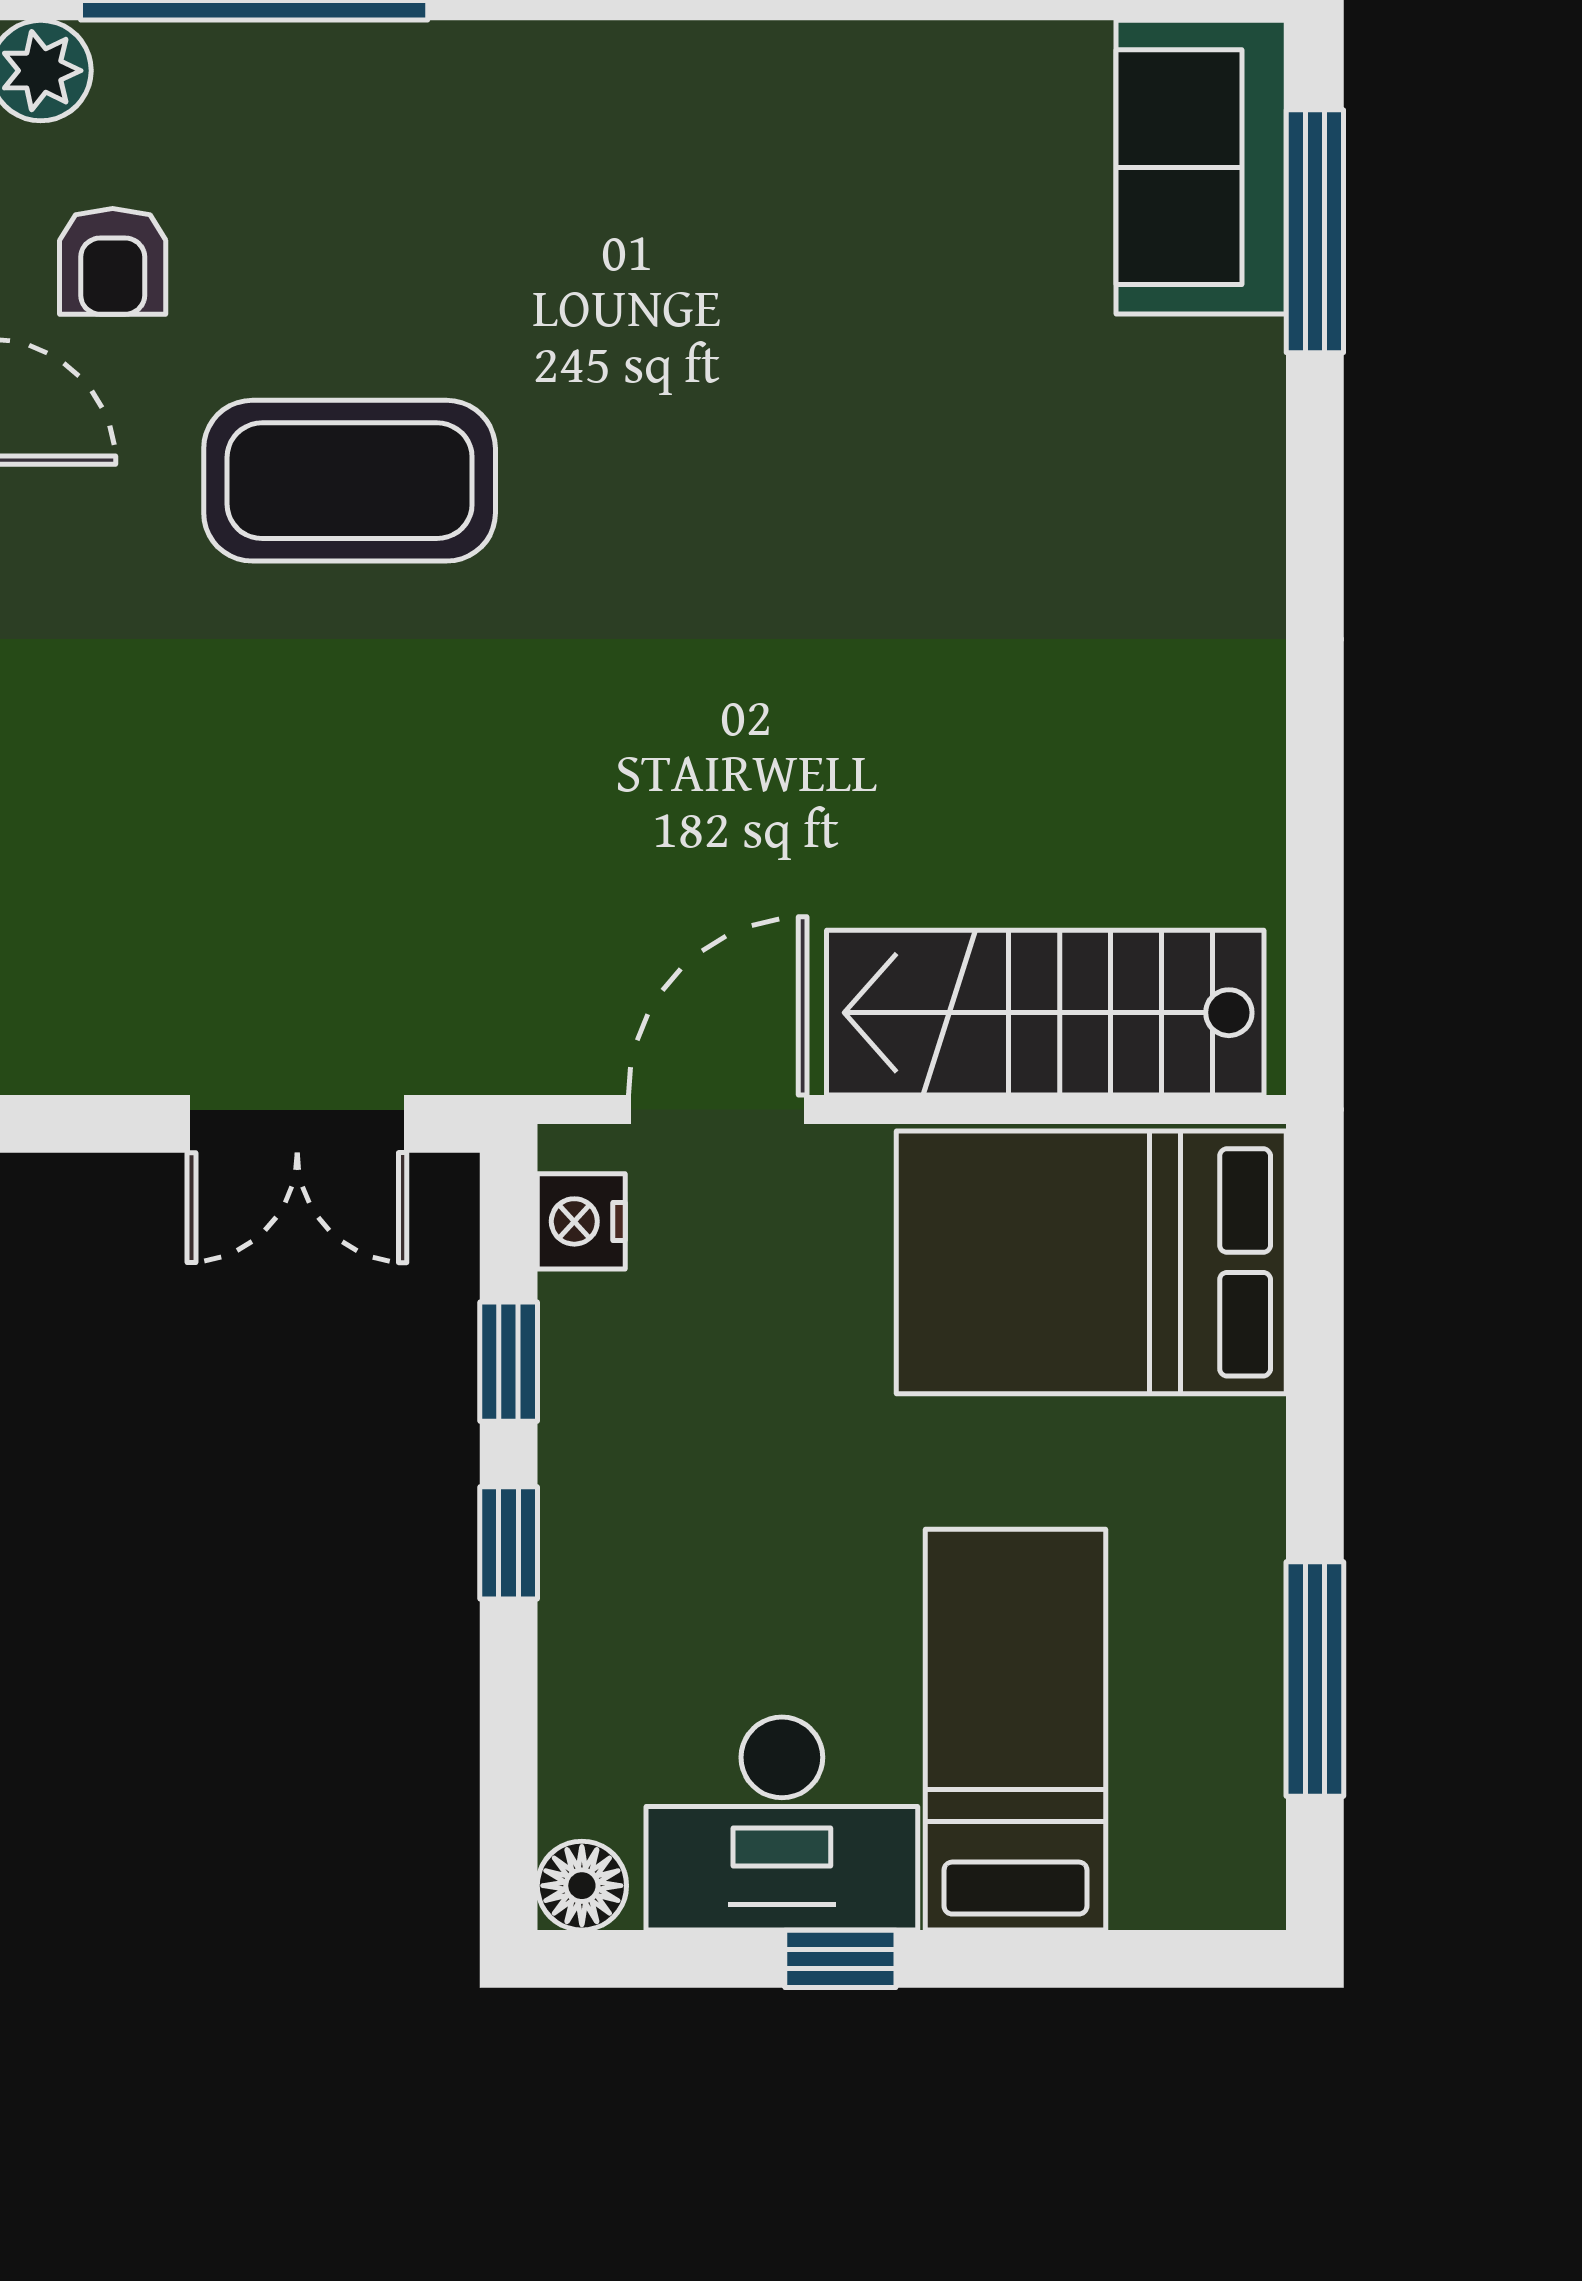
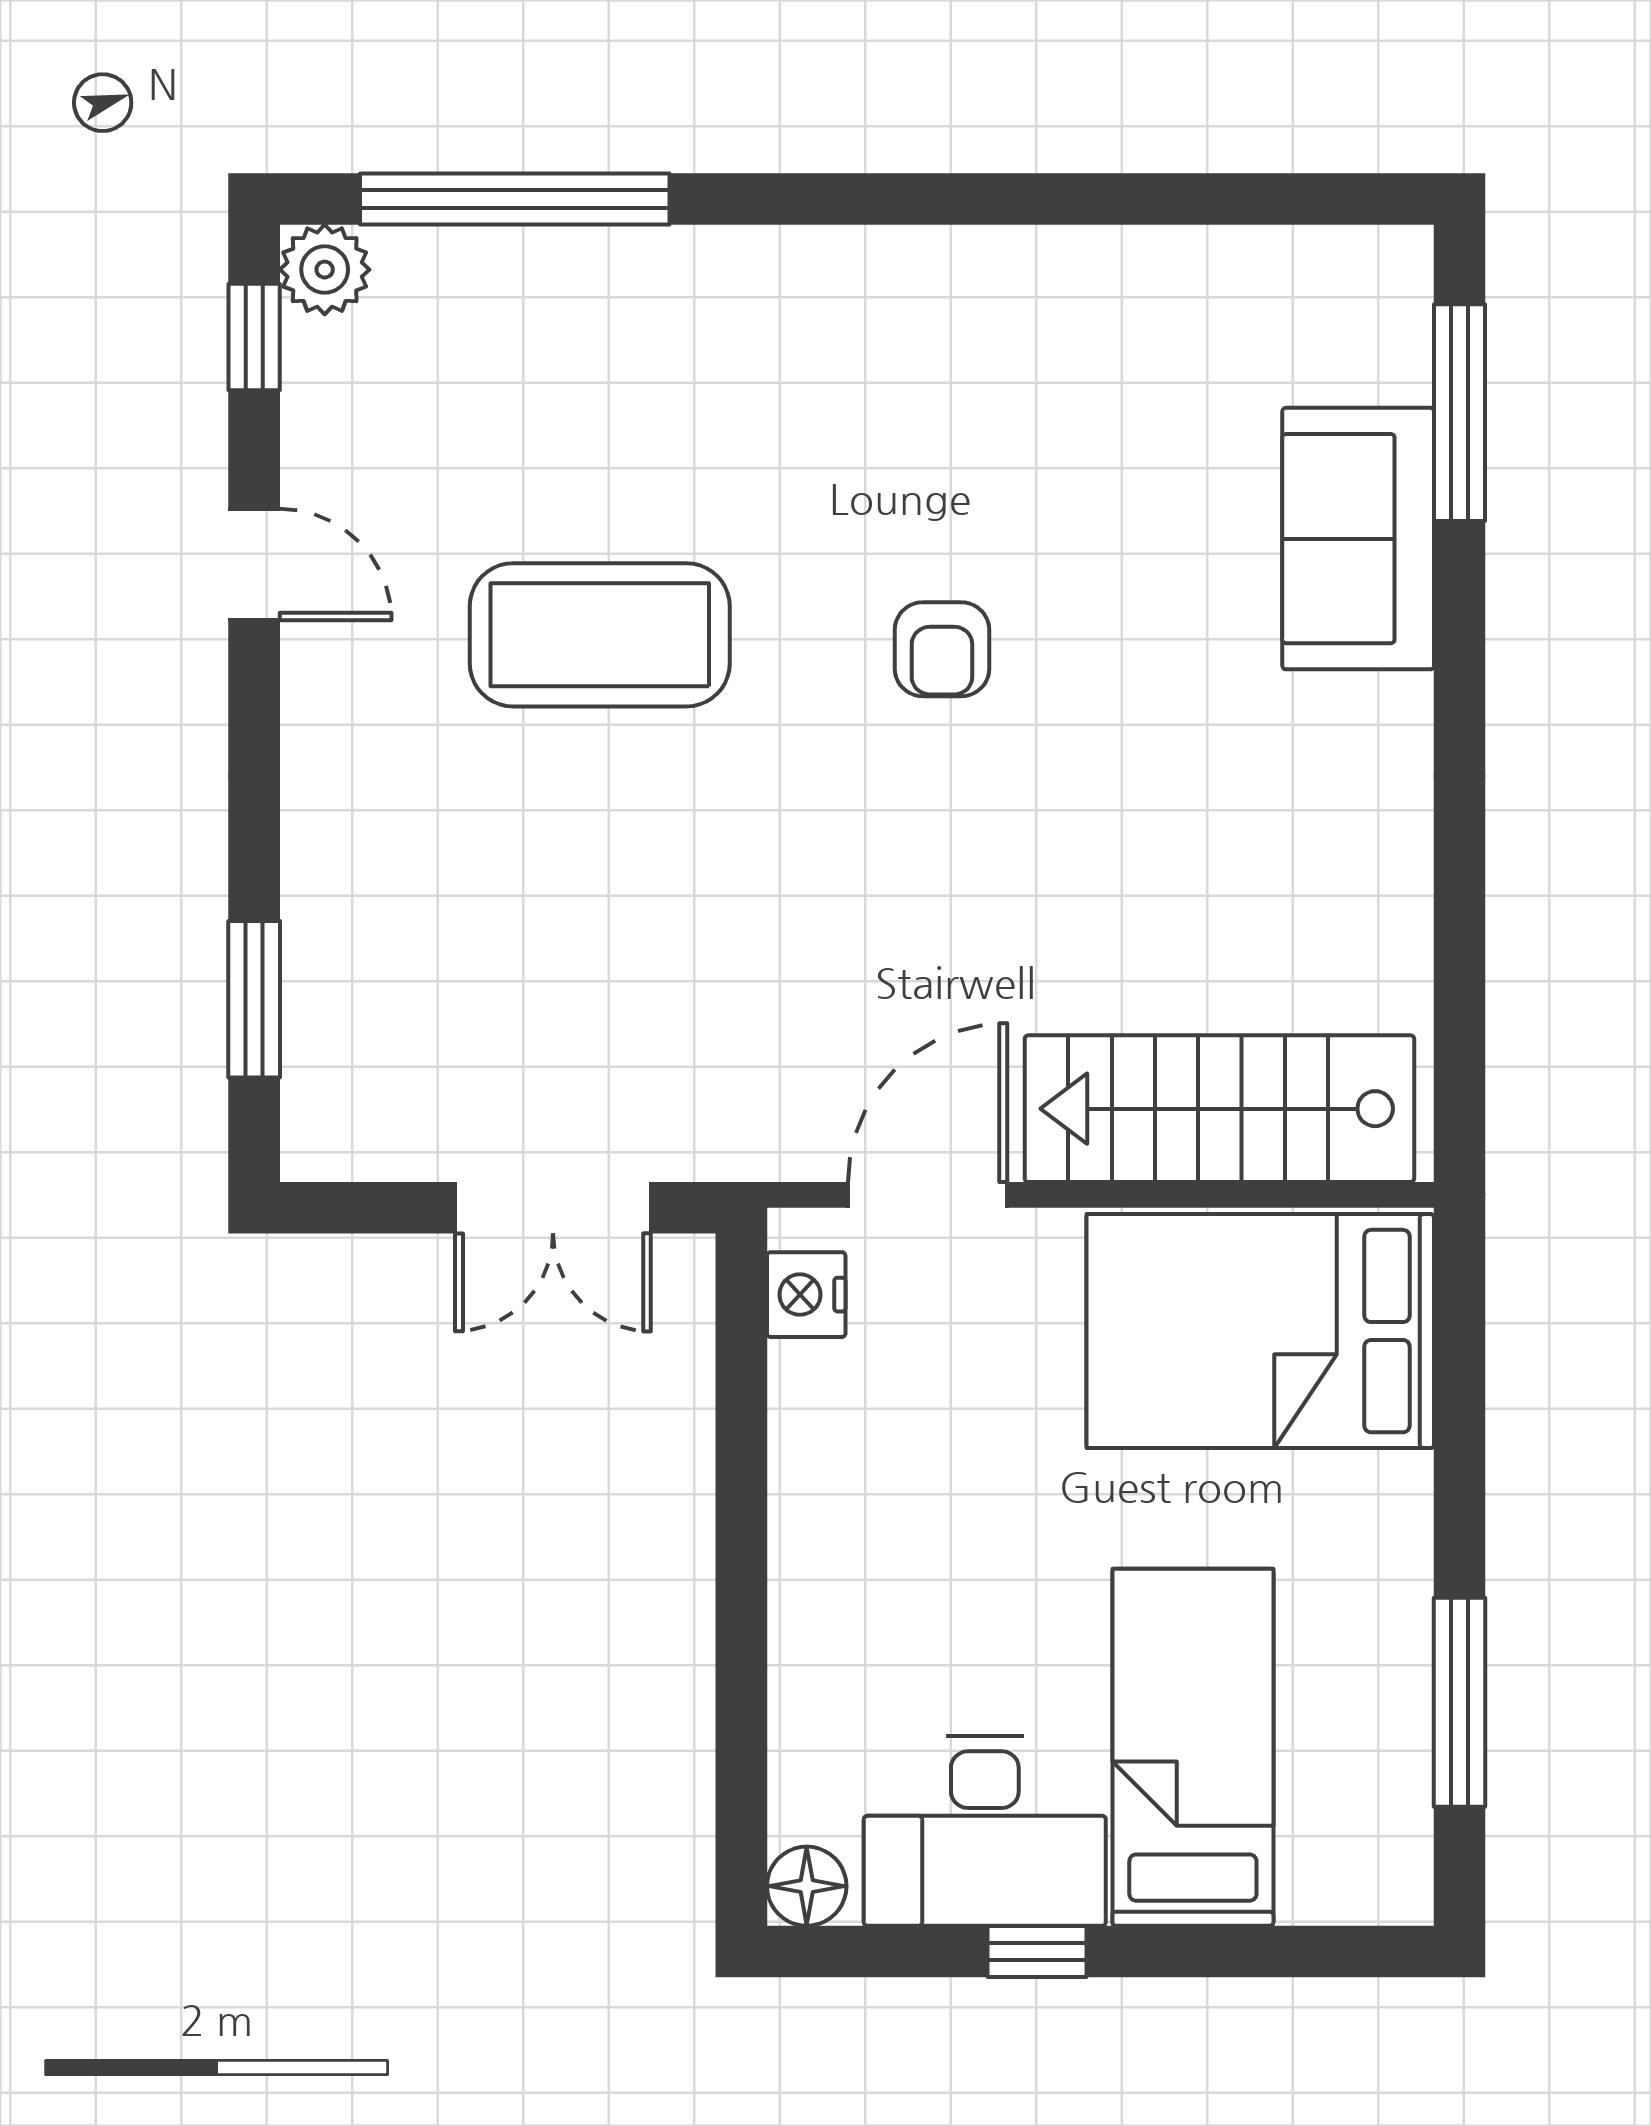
sofa: (1201, 167) -> (1358, 539), moved
armchair: (113, 261) -> (942, 649), moved
window: (509, 1362) -> (741, 1419), removed
window: (509, 1543) -> (741, 1581), removed

